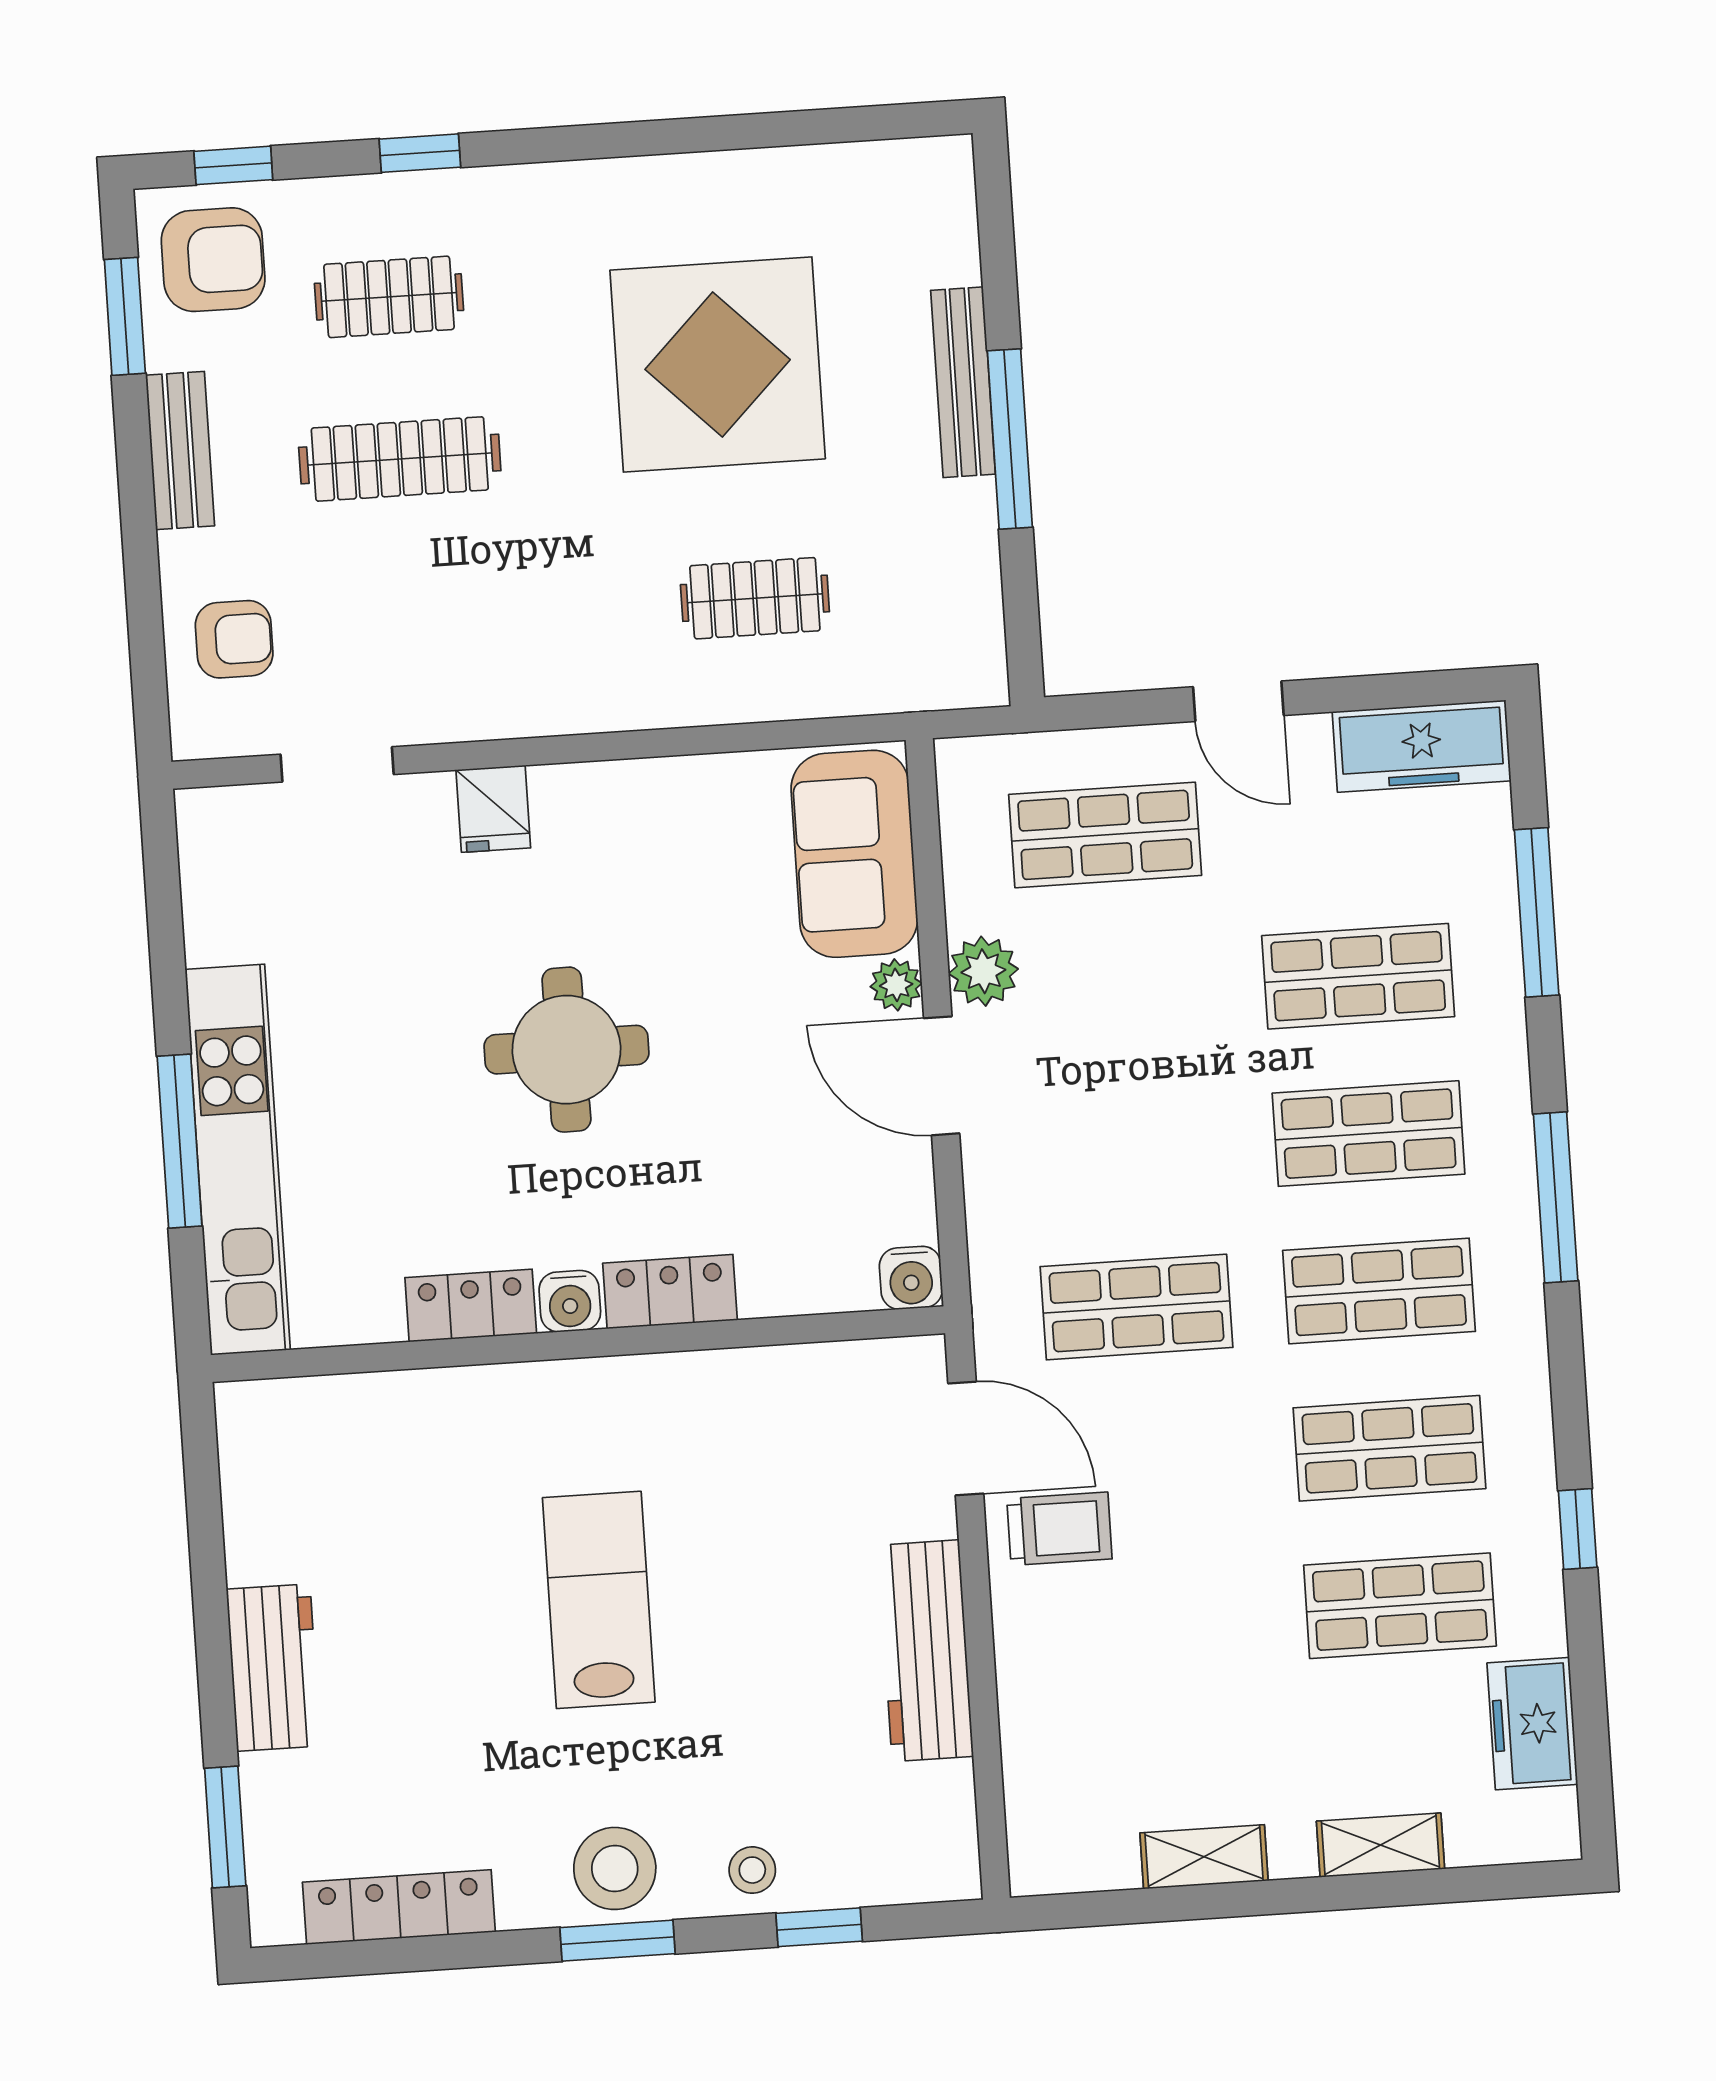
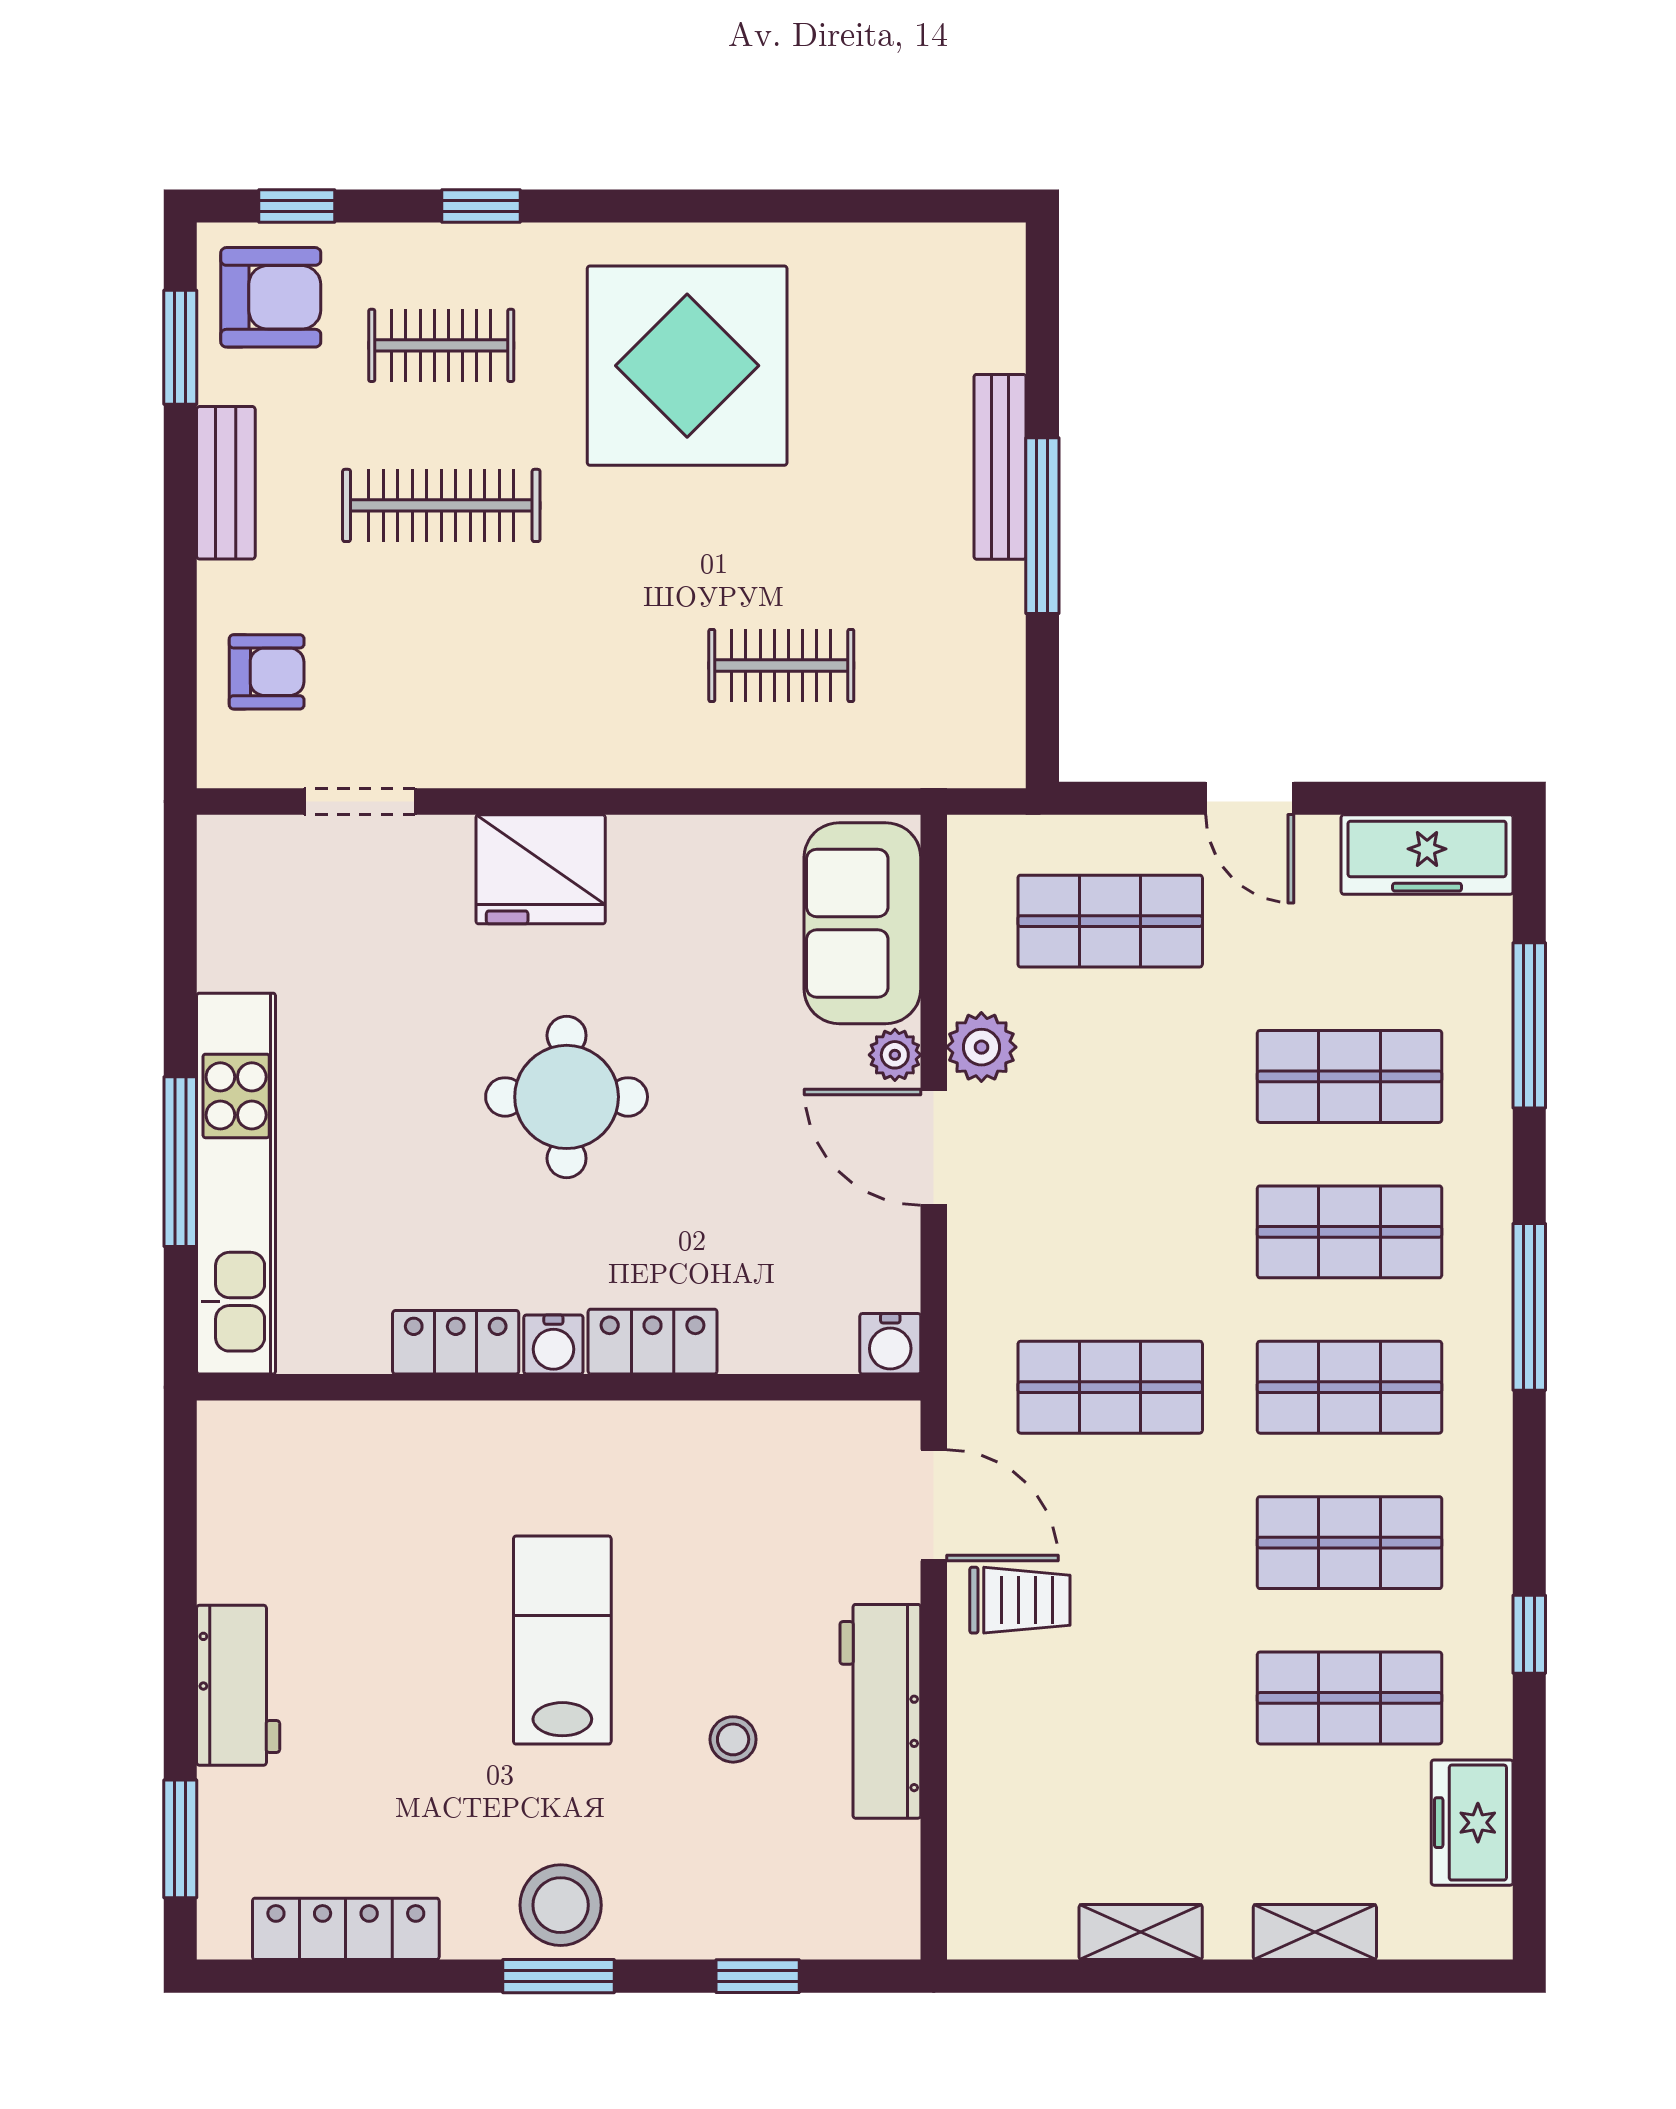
display table: (718, 364) -> (687, 366), moved
fridge: (493, 809) -> (541, 869), width x1.88, depth x1.34
stool: (752, 1870) -> (733, 1739), moved

